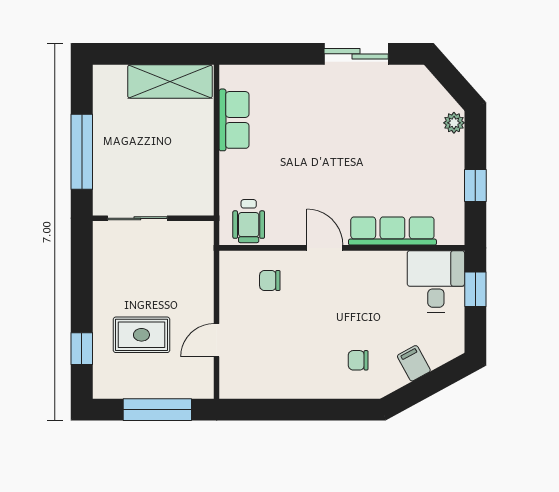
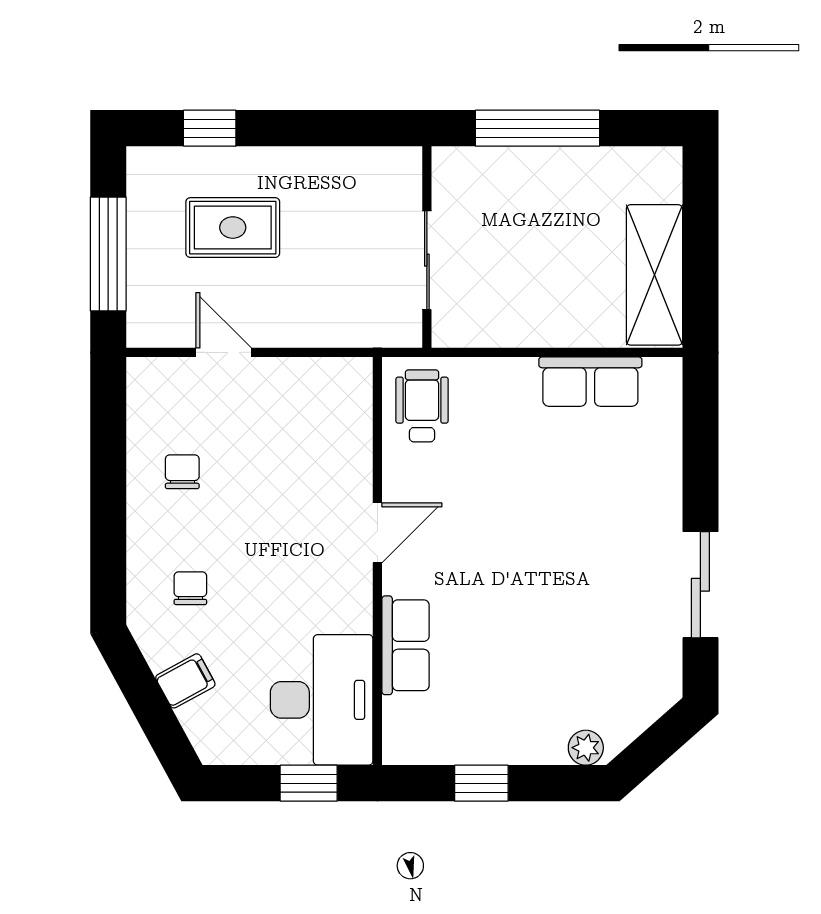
sliding door: (137, 218) -> (427, 260), moved
wheelchair: (249, 221) -> (422, 406), turned 90
row of seats: (392, 231) -> (406, 645), width x0.68
chair: (270, 280) -> (182, 472), moved
desk: (436, 281) -> (322, 700), width x1.37
rug: (141, 335) -> (233, 228), turned 90

